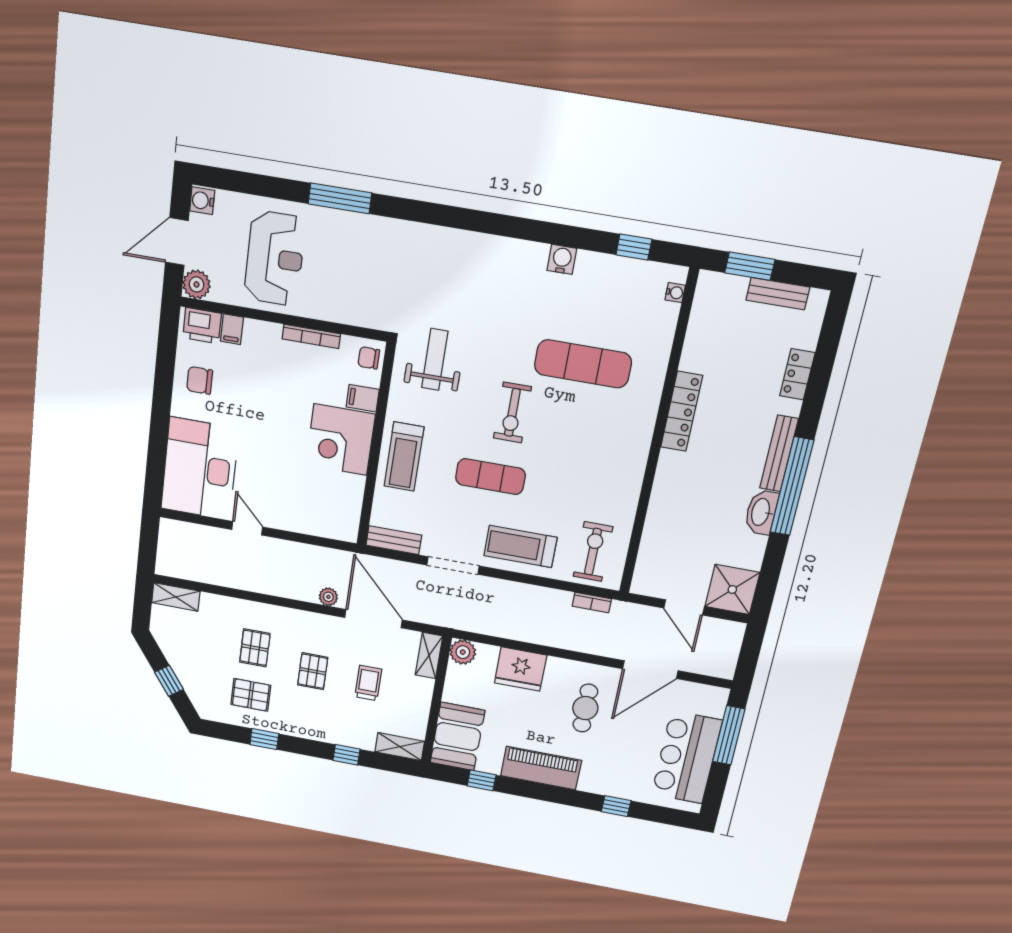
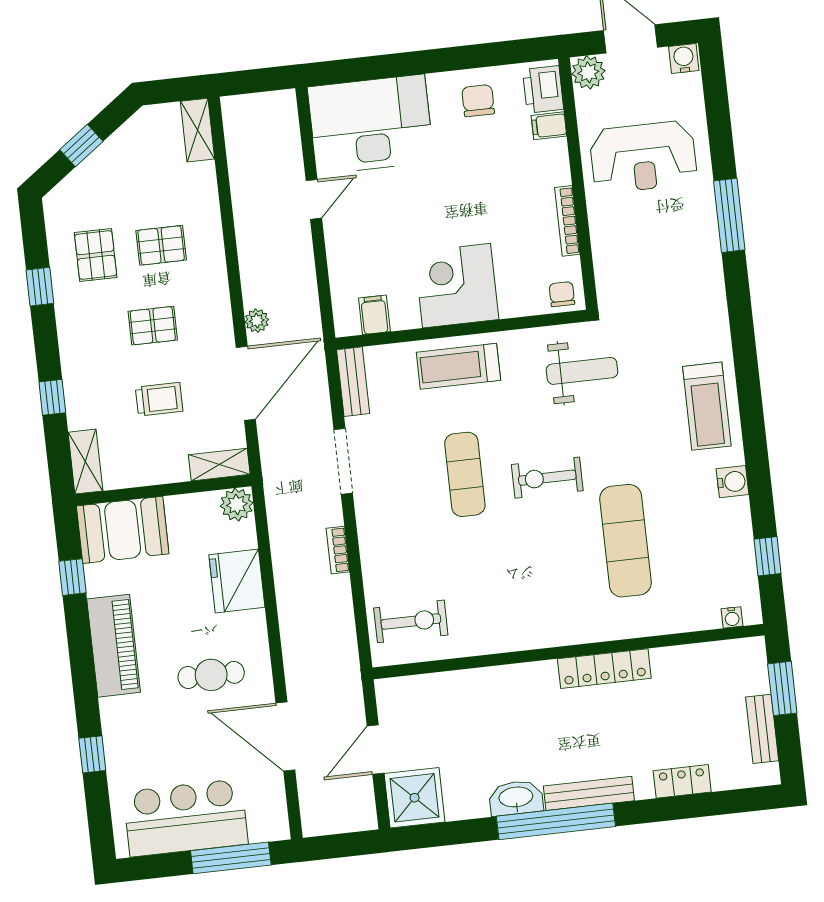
filing cabinet: (363, 398) -> (374, 315), moved
treadmill: (520, 546) -> (707, 406), moved, turned 180
bookcase: (592, 602) -> (338, 550), moved

